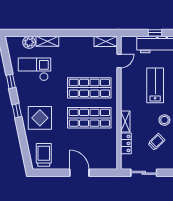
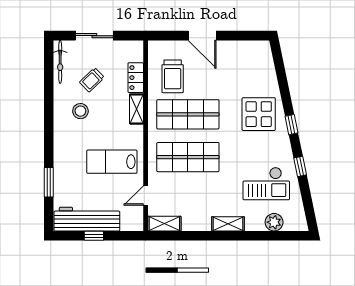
shelving: (47, 41) -> (228, 224), moved
lab bench: (155, 85) -> (112, 162), moved, turned 90
trolley: (44, 155) -> (173, 76), moved
sliding door: (144, 173) -> (94, 36), moved

